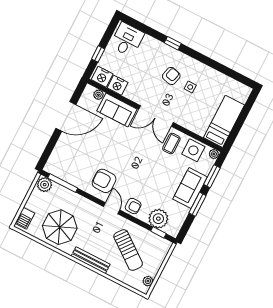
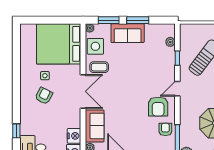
window: (173, 43) -> (16, 131), moved
armchair: (171, 76) -> (44, 96), turned 103
bed: (224, 121) -> (59, 44), width x2.04
armchair: (133, 206) -> (165, 129), moved
plant: (158, 219) -> (170, 42), width x0.53, depth x0.53
window: (158, 232) -> (177, 58), moved

